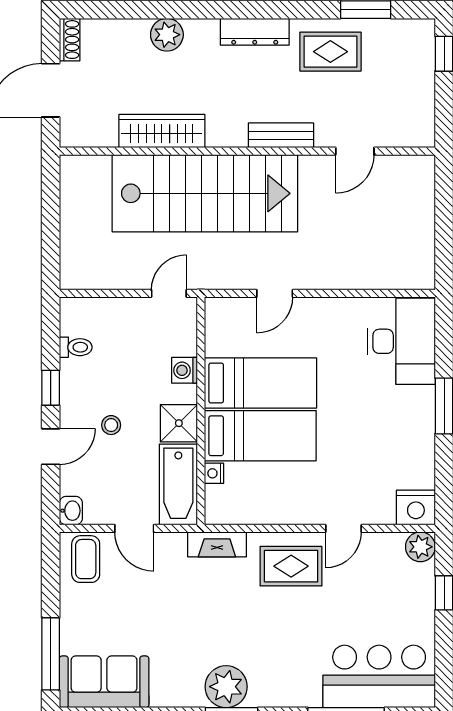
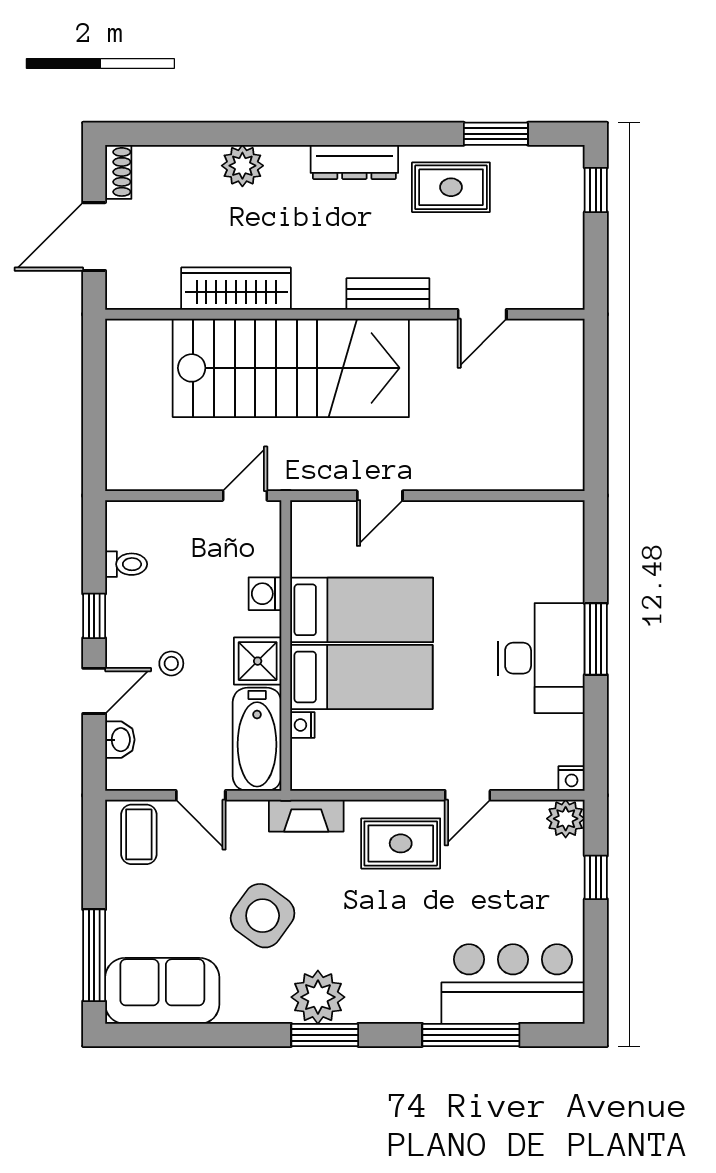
desk: (401, 341) -> (541, 658), moved
nightstand: (416, 508) -> (572, 778), width x0.53, depth x0.56
washbasin: (71, 511) -> (120, 740), moved
side table: (183, 623) -> (263, 916), added

